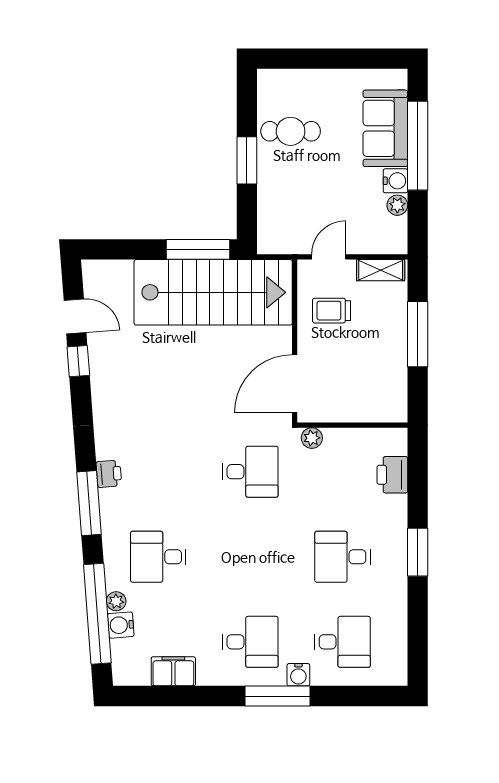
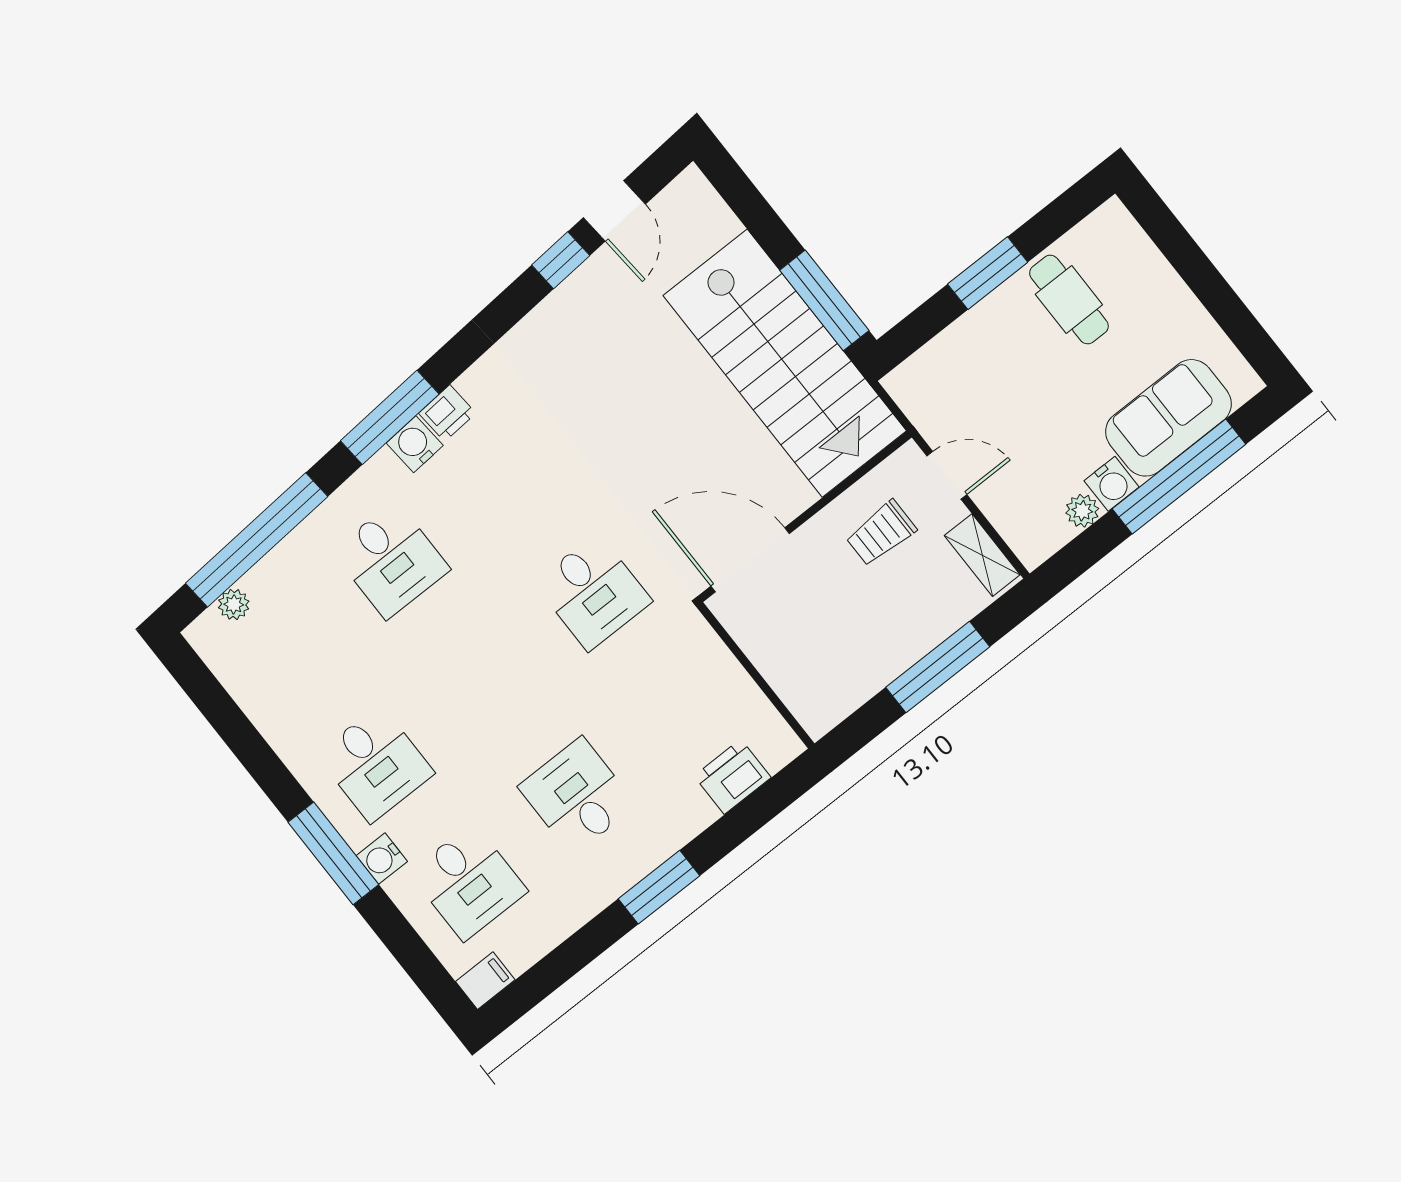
trolley: (332, 311) -> (881, 533), turned -90
plant: (312, 438) -> (698, 637), removed
desk: (158, 557) -> (391, 560), turned 180
plant: (116, 601) -> (234, 604), moved
water cooler: (121, 625) -> (415, 444), moved
filing cabinet: (173, 671) -> (485, 981), moved, width x0.50

